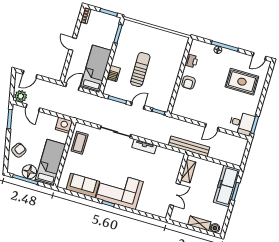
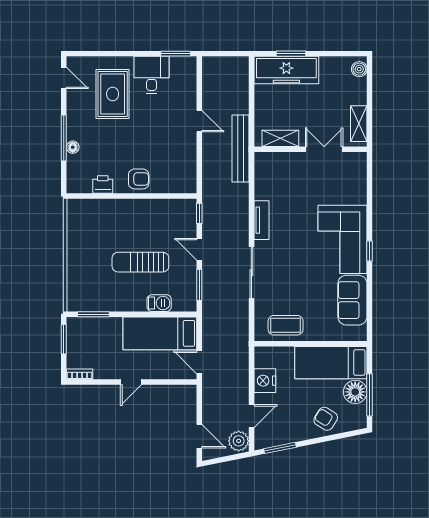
desk: (242, 123) -> (152, 75), moved
nightstand: (64, 125) -> (265, 381), moved
shelving: (199, 223) -> (359, 124), moved

